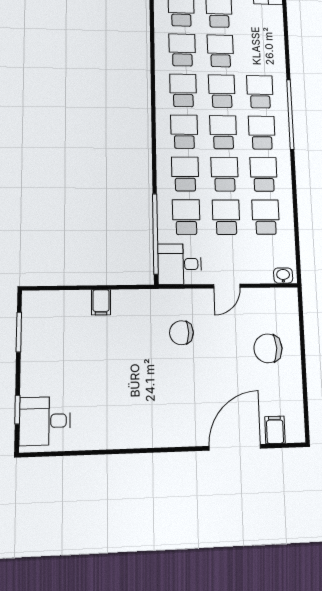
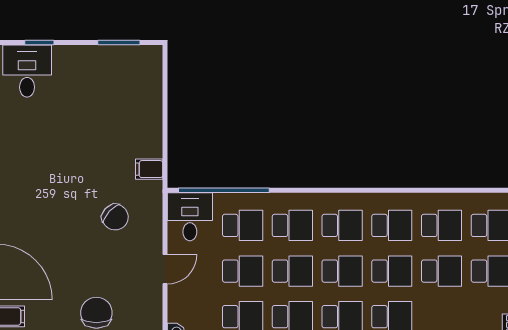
door: (227, 286) -> (165, 269), swing flipped
filing cabinet: (101, 302) -> (149, 169), moved
chair: (181, 333) -> (115, 217), turned 133

